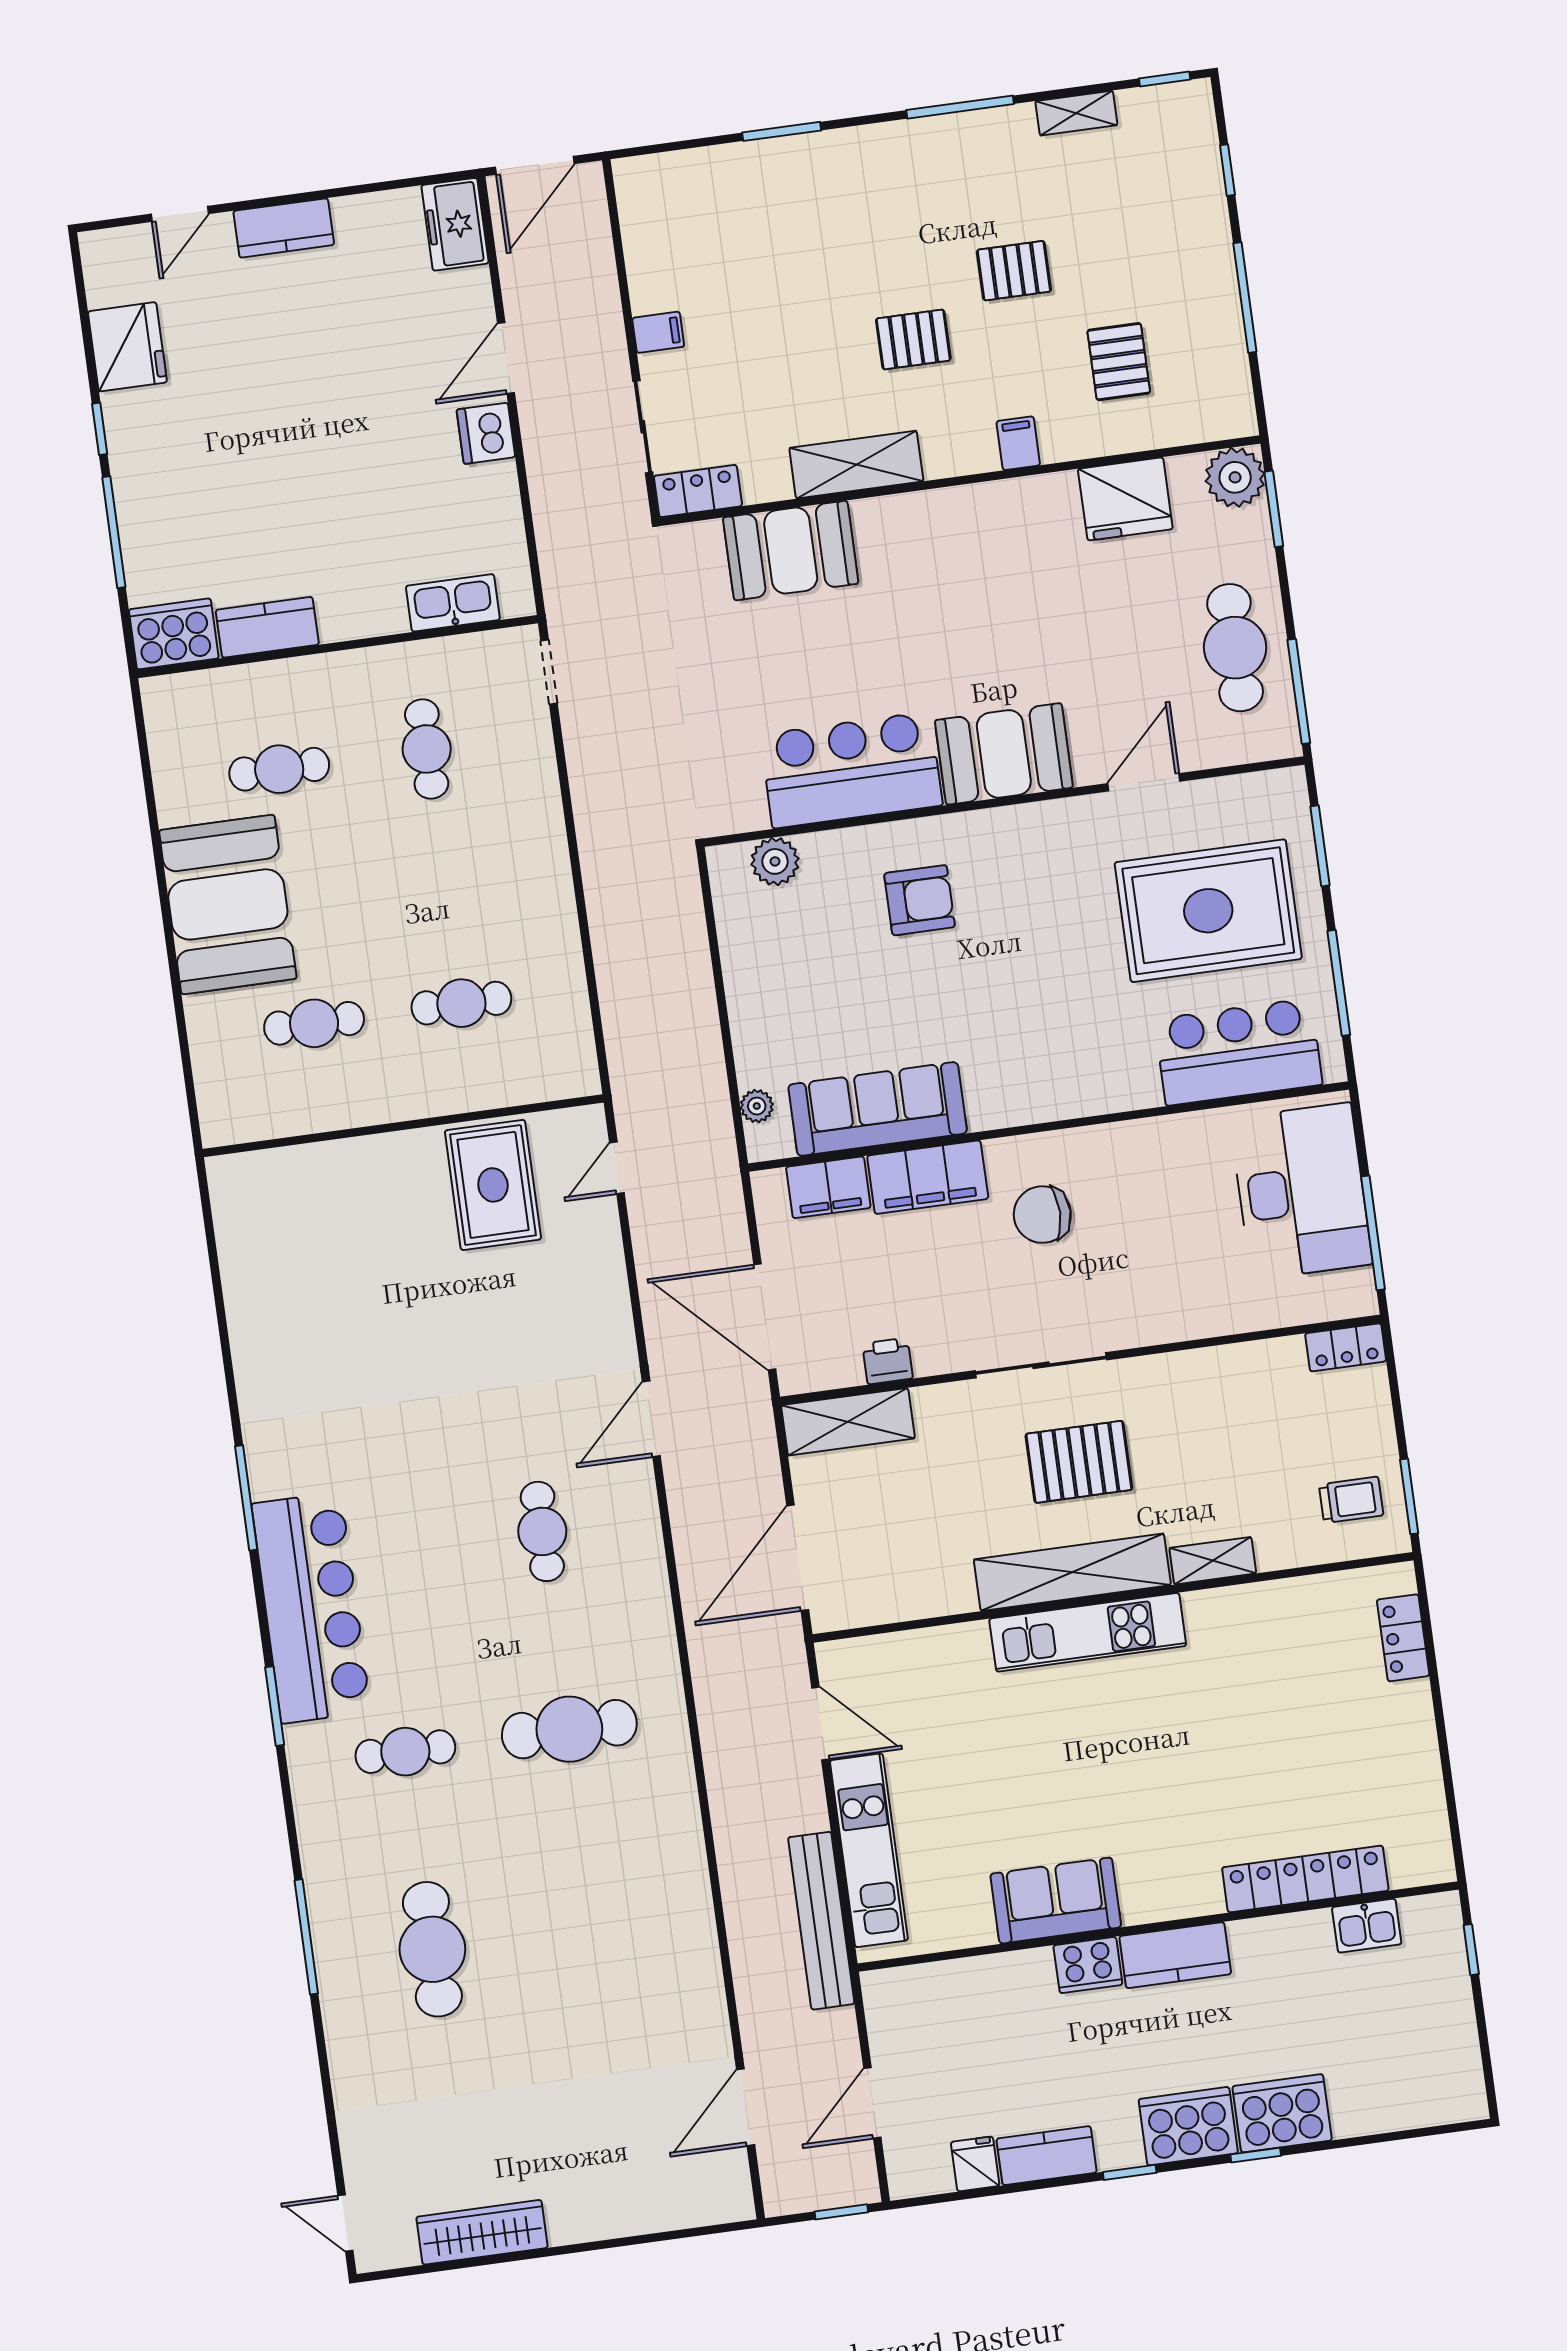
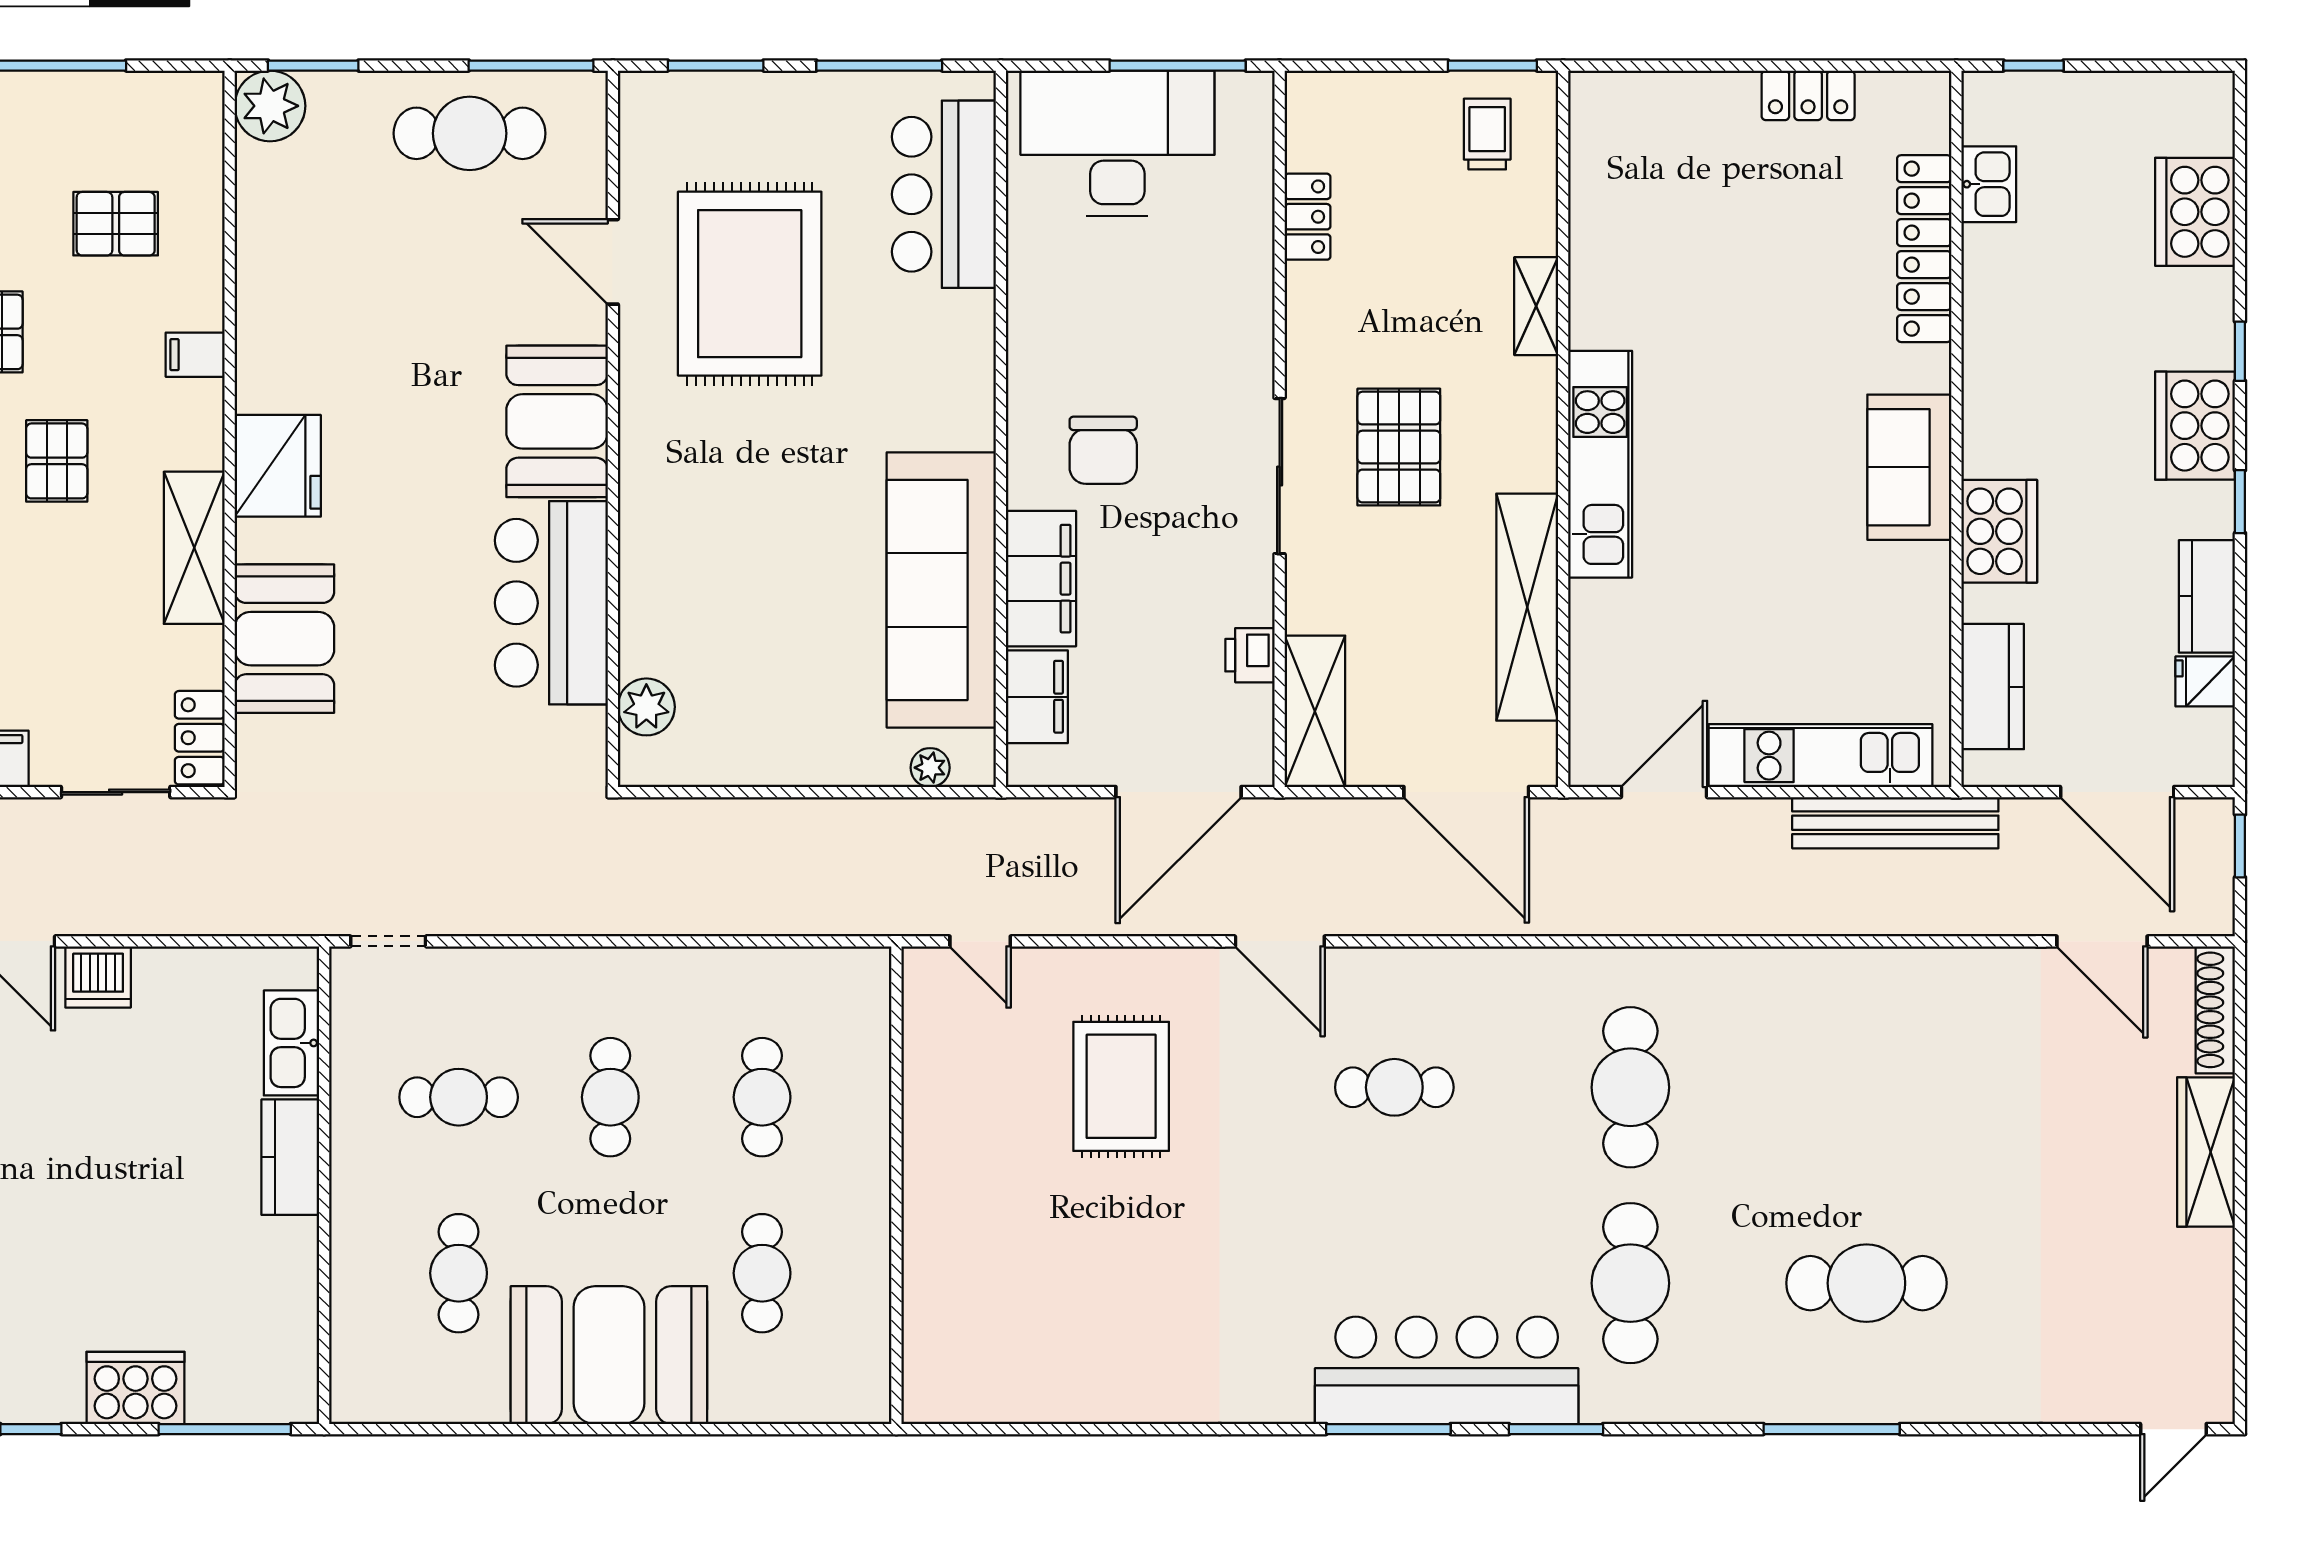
fridge: (1125, 499) -> (278, 466), moved
window: (114, 532) -> (225, 1429), moved
kitchen counter: (267, 627) -> (290, 1157), moved
cooker: (174, 634) -> (136, 1388), moved, turned 90
cafe table: (444, 876) -> (610, 1097), added
armchair: (920, 900) -> (715, 544), removed
rug: (1208, 911) -> (750, 284), moved
sofa: (878, 1109) -> (941, 590), width x1.36, depth x1.27
rug: (493, 1185) -> (1121, 1086), moved, turned 90
locker: (1346, 1347) -> (1308, 217), moved
window: (246, 1498) -> (1388, 1429), moved
shelving: (1072, 1572) -> (1527, 607), moved
locker: (1403, 1638) -> (1808, 95), moved
cafe table: (405, 1752) -> (1630, 1283), width x1.37, depth x1.35
sofa: (1056, 1901) -> (1909, 467), moved
kitchen counter: (1175, 1955) -> (1993, 687), moved
cooker: (1088, 1965) -> (1999, 531), width x1.37, depth x1.31
door: (872, 2103) -> (2117, 792), width x1.36
cooker: (1282, 2113) -> (2195, 212), moved
shoe rack: (701, 2210) -> (2215, 1010), added
wardrobe: (482, 2232) -> (2206, 1152), moved

